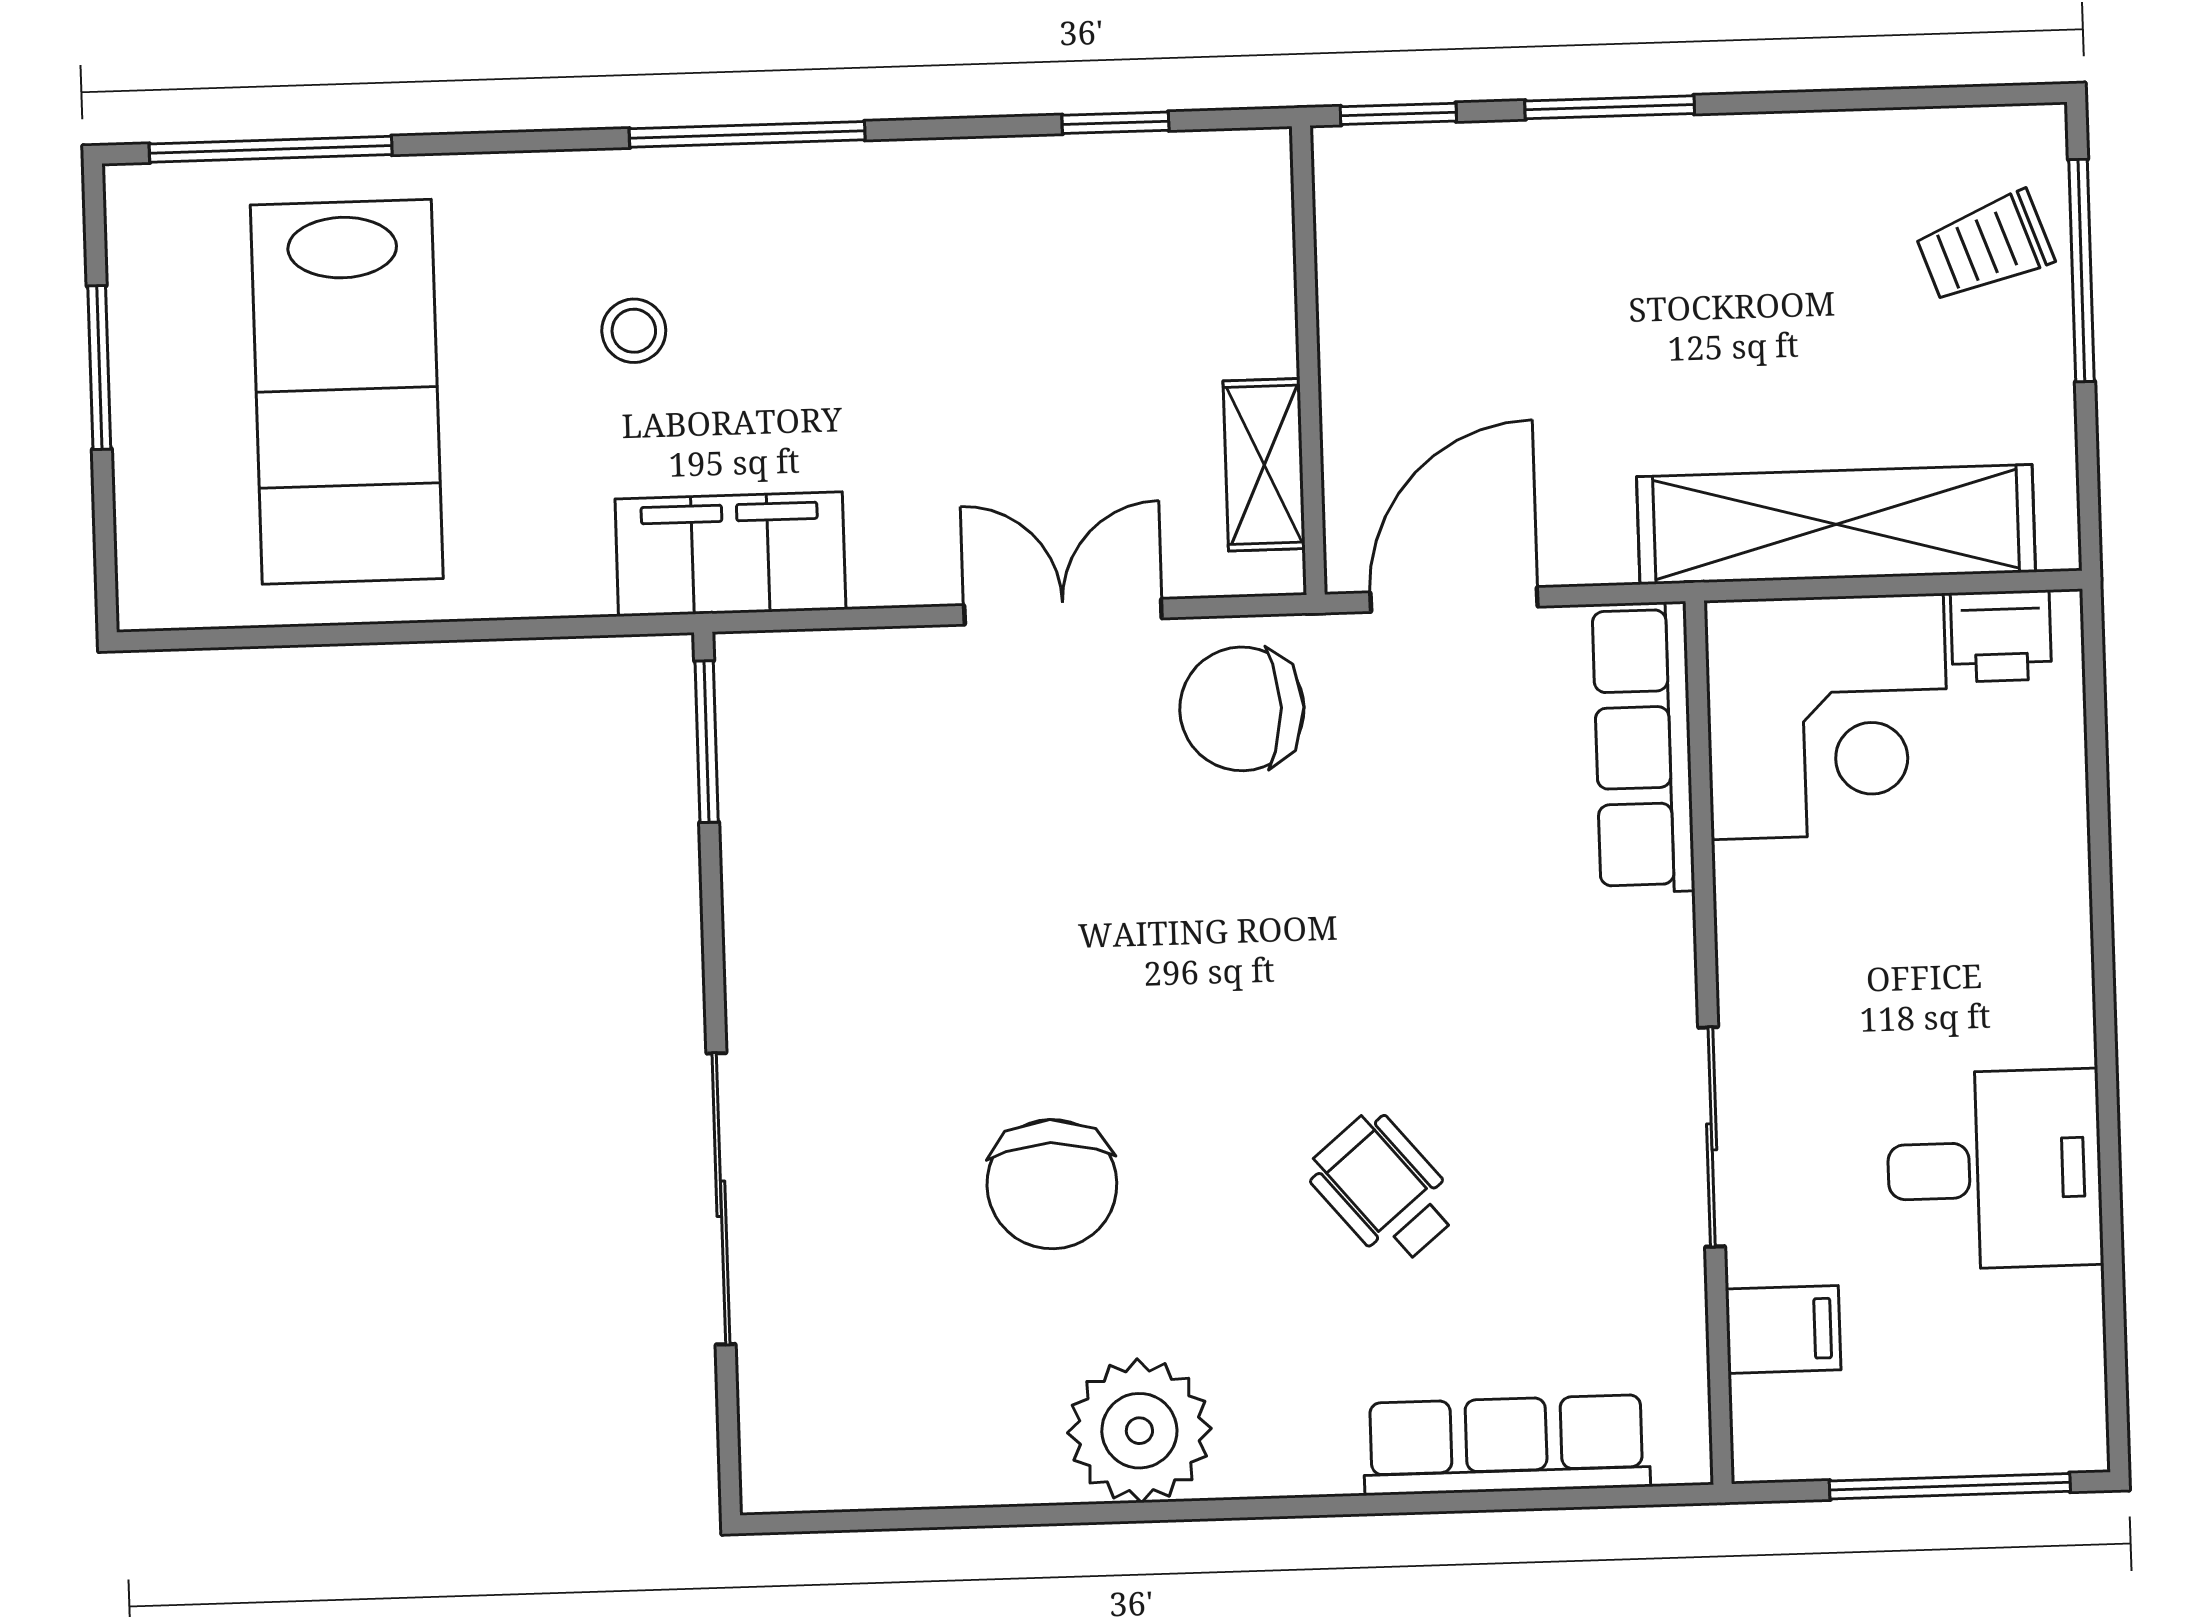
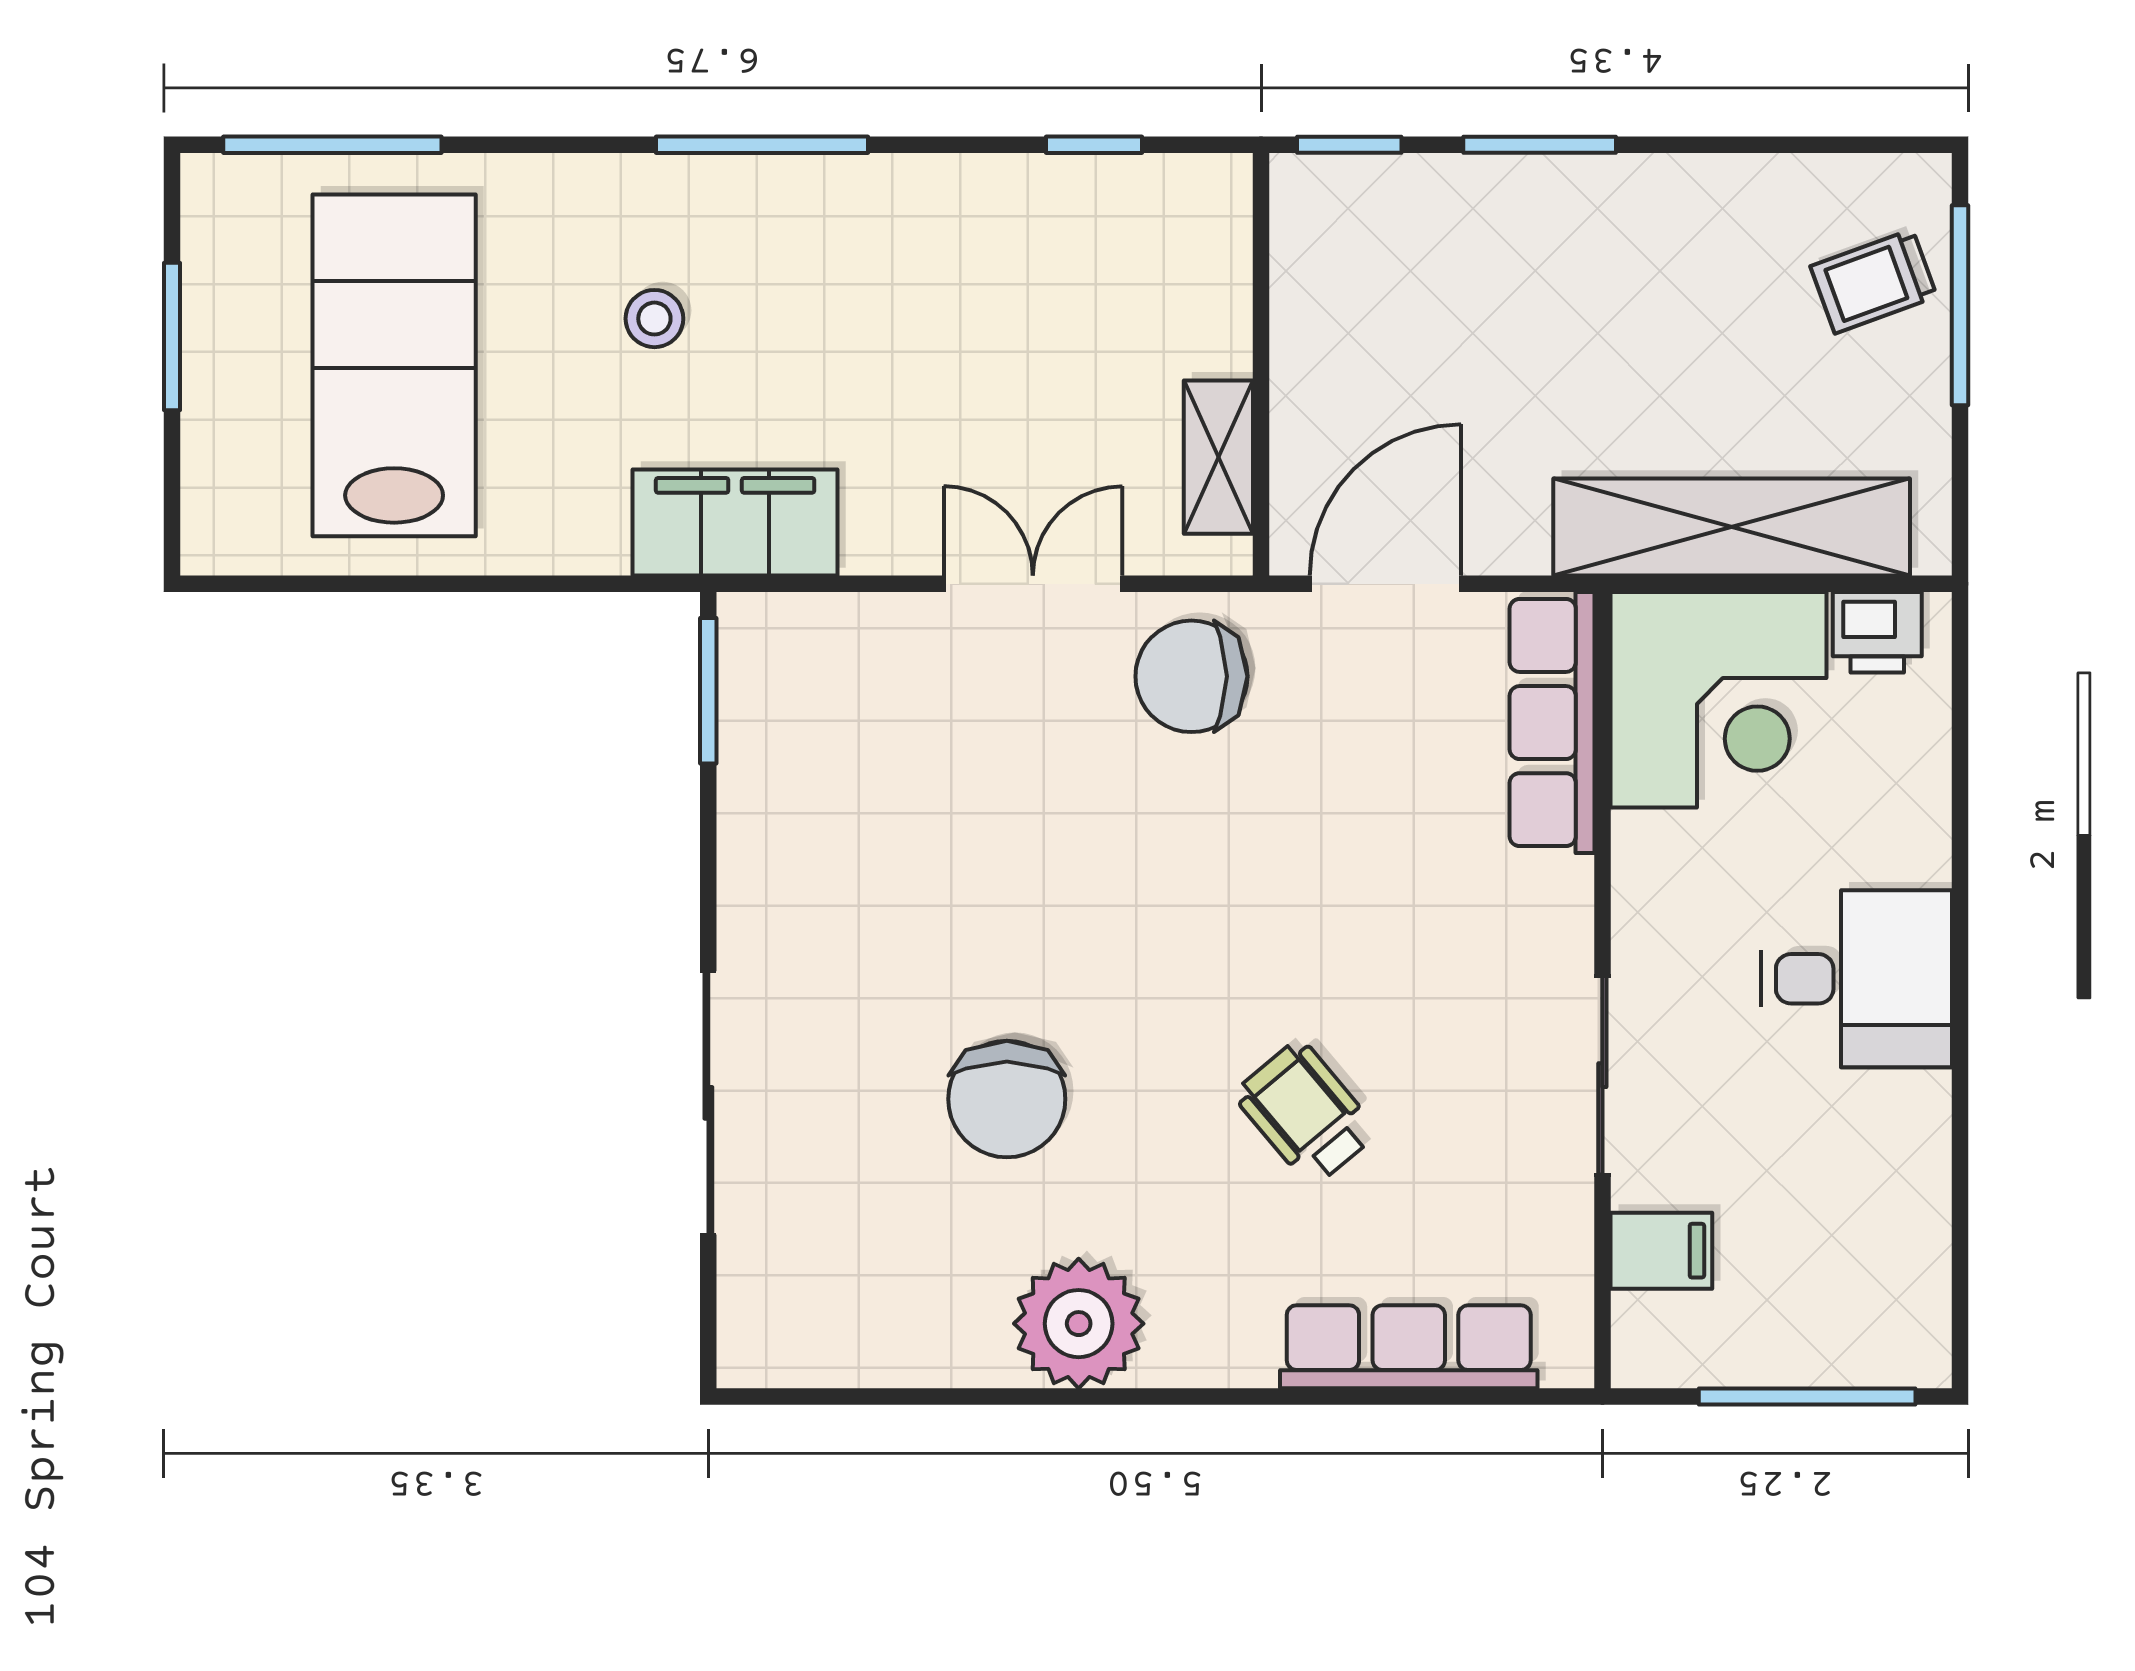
lab bench: (347, 392) -> (394, 365), turned 180
desk: (1995, 1169) -> (1856, 979), moved

